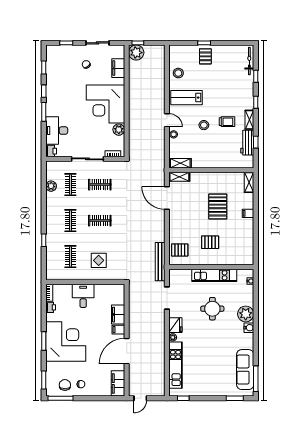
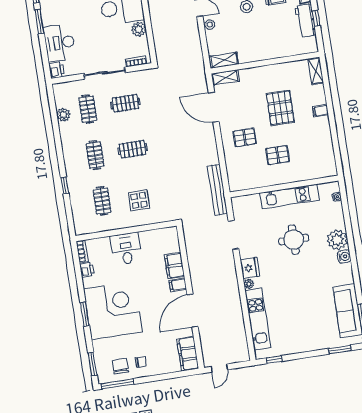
pallet: (180, 250) -> (245, 137), moved

